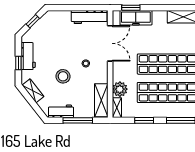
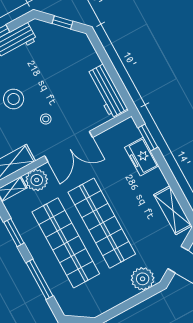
freezer: (136, 18) -> (142, 157), width x0.71
double door: (110, 43) -> (69, 147), moved

